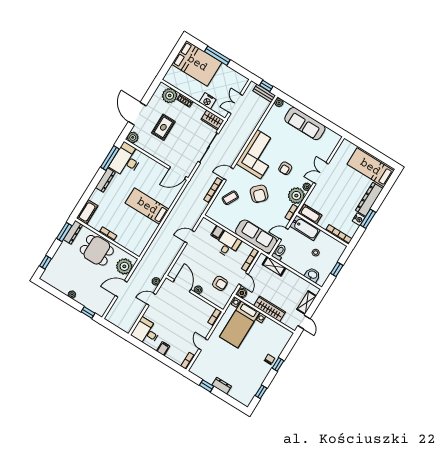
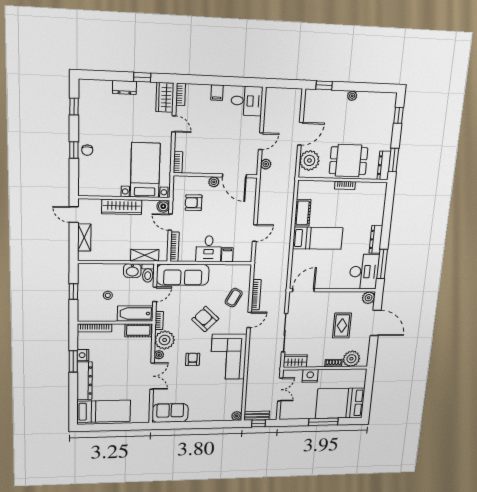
sofa: (305, 124) -> (170, 413), moved, width x0.73
cot: (87, 212) -> (303, 213), moved
washbasin: (312, 275) -> (132, 271), moved
wardrobe: (199, 365) -> (165, 97), added

